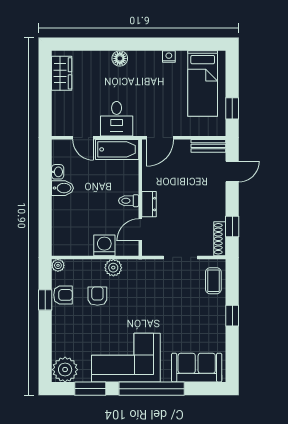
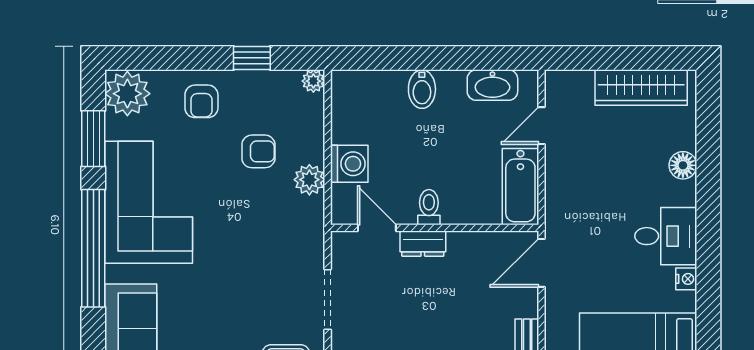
floor lamp: (120, 58) -> (683, 165), moved
wardrobe: (62, 73) -> (641, 87), width x1.50
desk: (117, 119) -> (666, 236), moved, turned 180
door: (160, 138) -> (541, 263), hinge flipped
washbasin: (58, 172) -> (492, 85), width x1.91, depth x1.45
bidet: (63, 188) -> (422, 89), moved
armchair: (63, 295) -> (201, 101), moved

